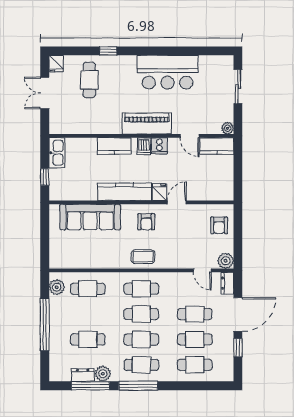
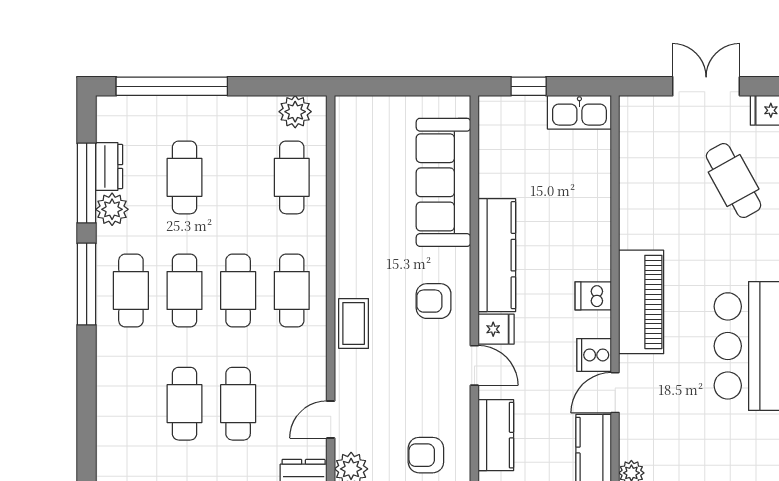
cafe table: (89, 80) -> (734, 181), turned 61
kitchen counter: (114, 146) -> (496, 435), moved, turned 180
cooker: (159, 146) -> (594, 355), moved
coffee table: (143, 257) -> (354, 324), moved
window: (45, 324) -> (172, 86), moved
cafe table: (195, 365) -> (131, 404), removed

